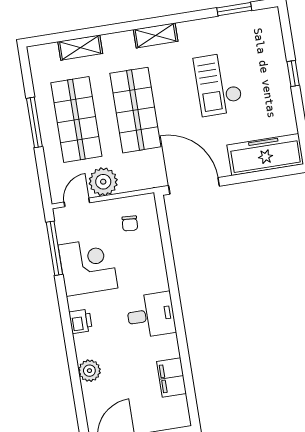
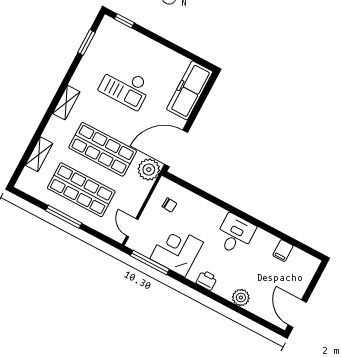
window: (293, 73) -> (124, 21), moved
plant: (103, 182) -> (149, 170), moved
filing cabinet: (172, 378) -> (283, 250), width x0.50

